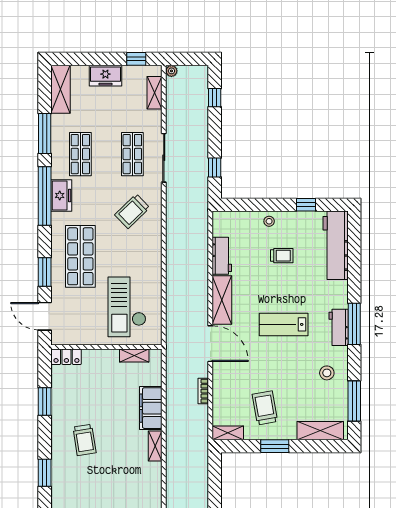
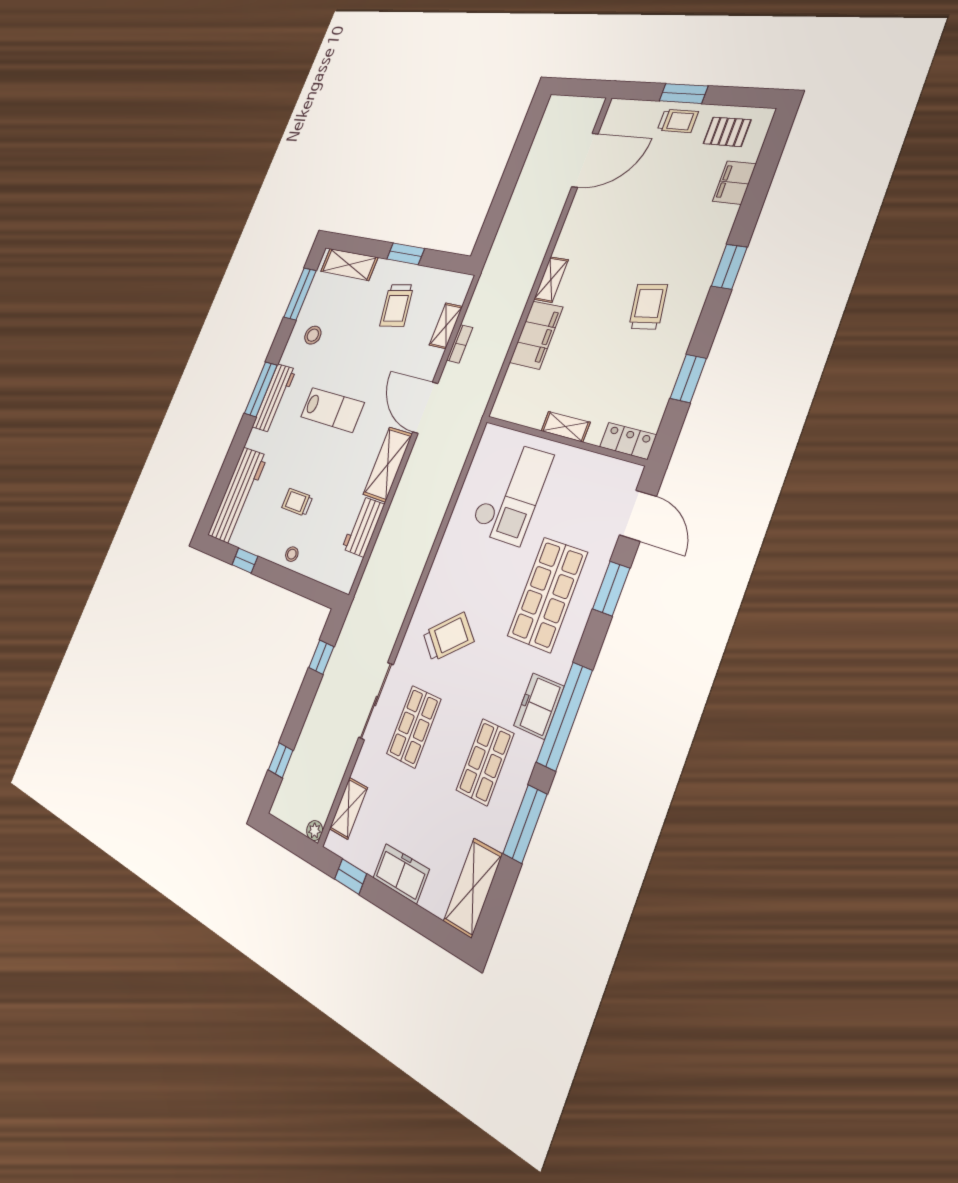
workbench: (339, 327) -> (274, 398), width x1.37
shelving: (134, 356) -> (565, 427), moved
shelving: (228, 433) -> (446, 326), moved, turned 90

